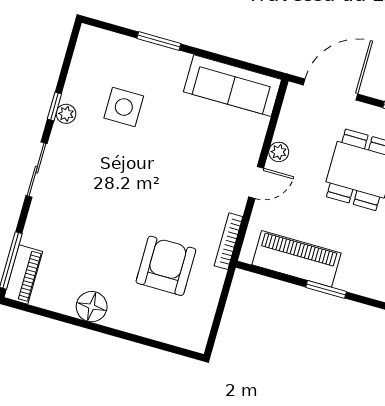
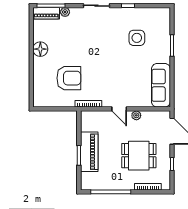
plant: (66, 114) -> (65, 12), moved
piano: (297, 259) -> (89, 152), moved

